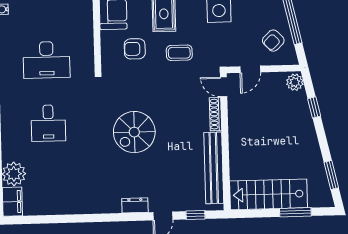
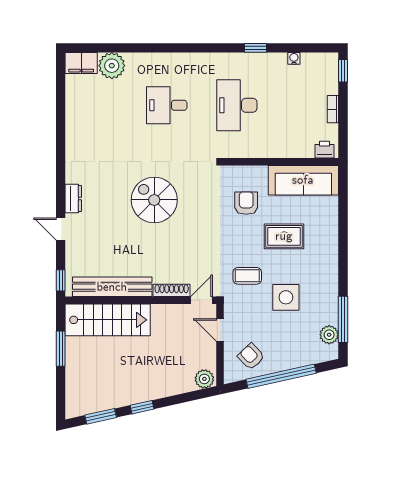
coffee table: (179, 53) -> (247, 276), moved, turned 90
window: (314, 107) -> (142, 407), moved
stairs: (268, 194) -> (108, 320), moved, turned 90
window: (295, 212) -> (61, 349), moved
window: (196, 215) -> (61, 280), moved

